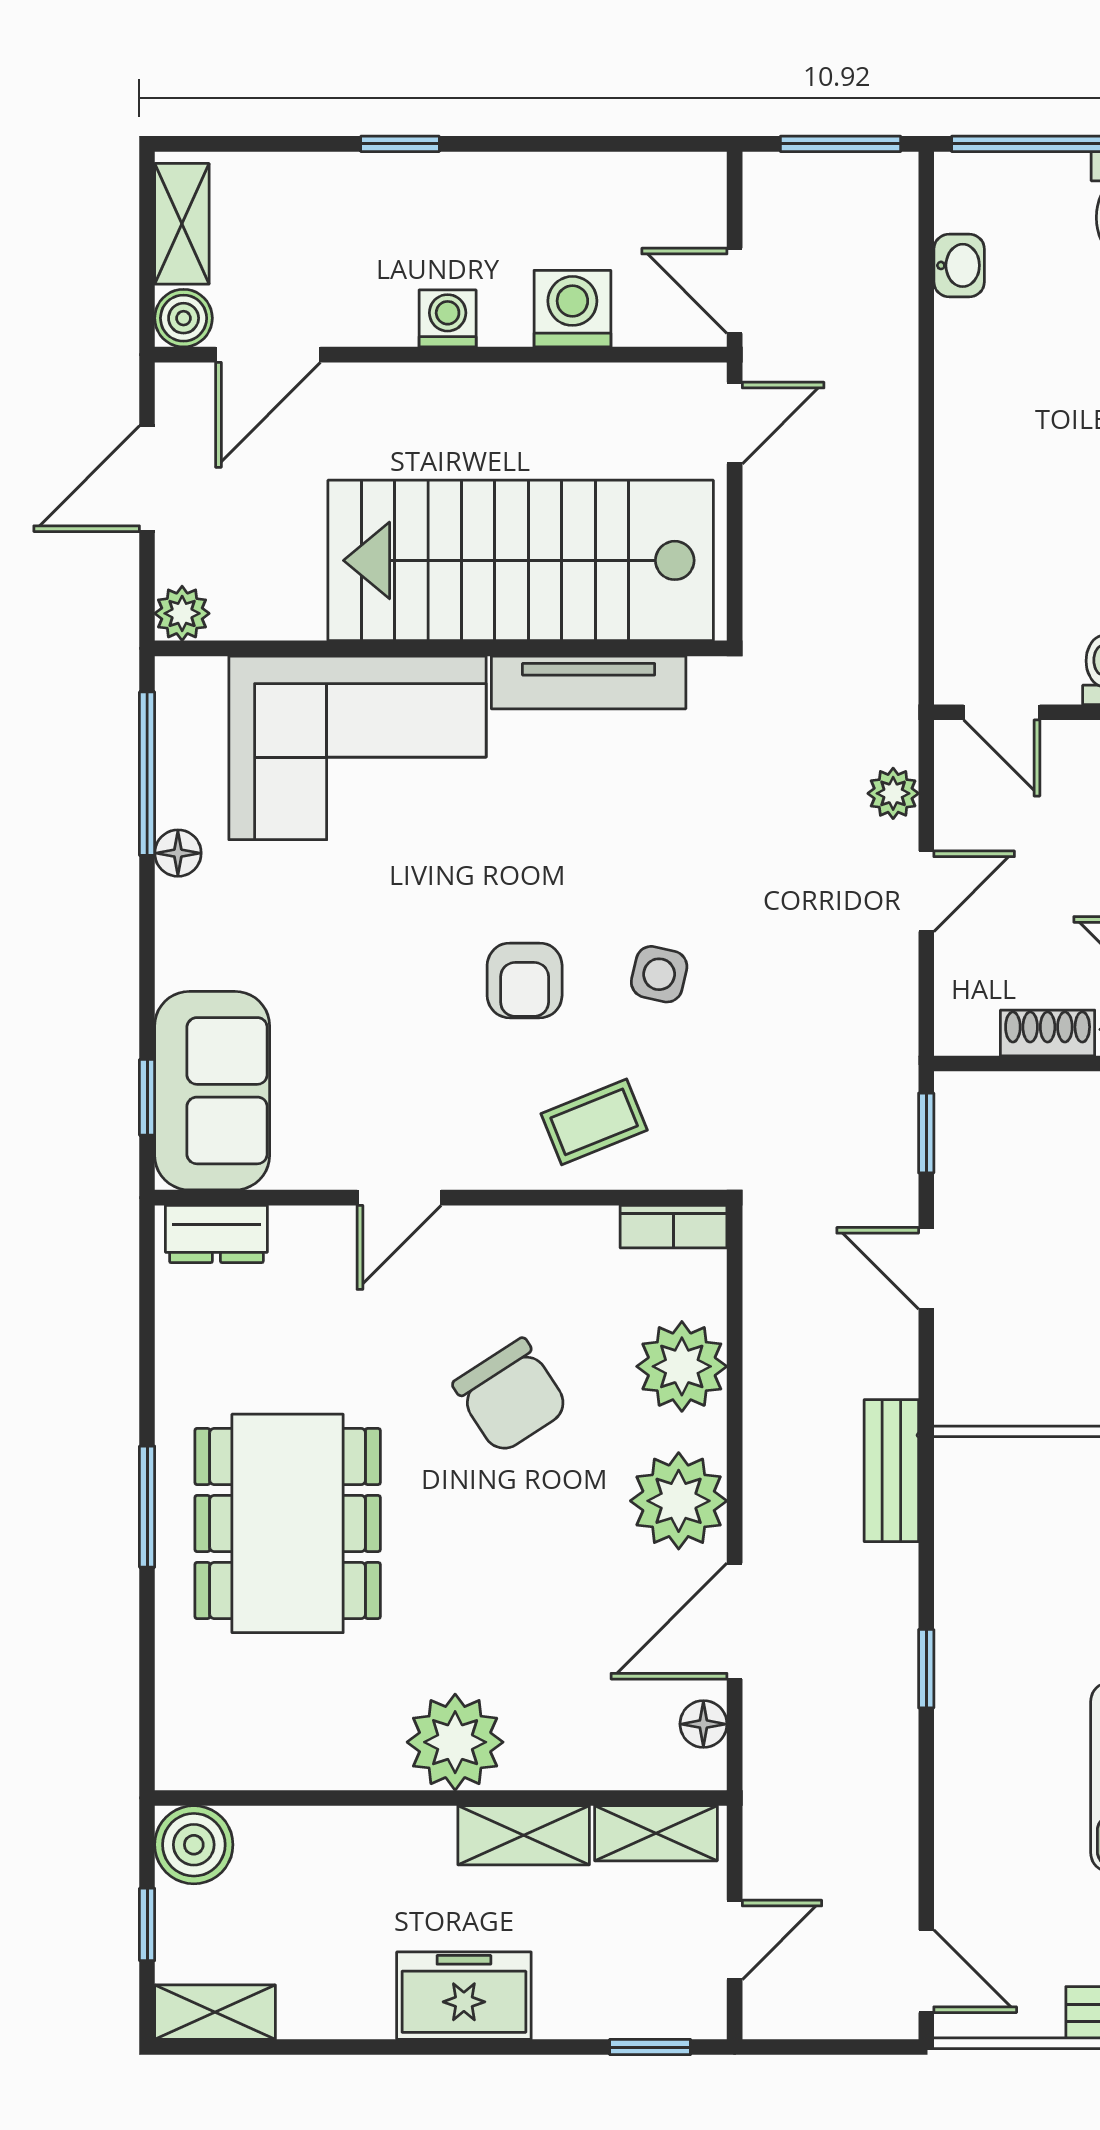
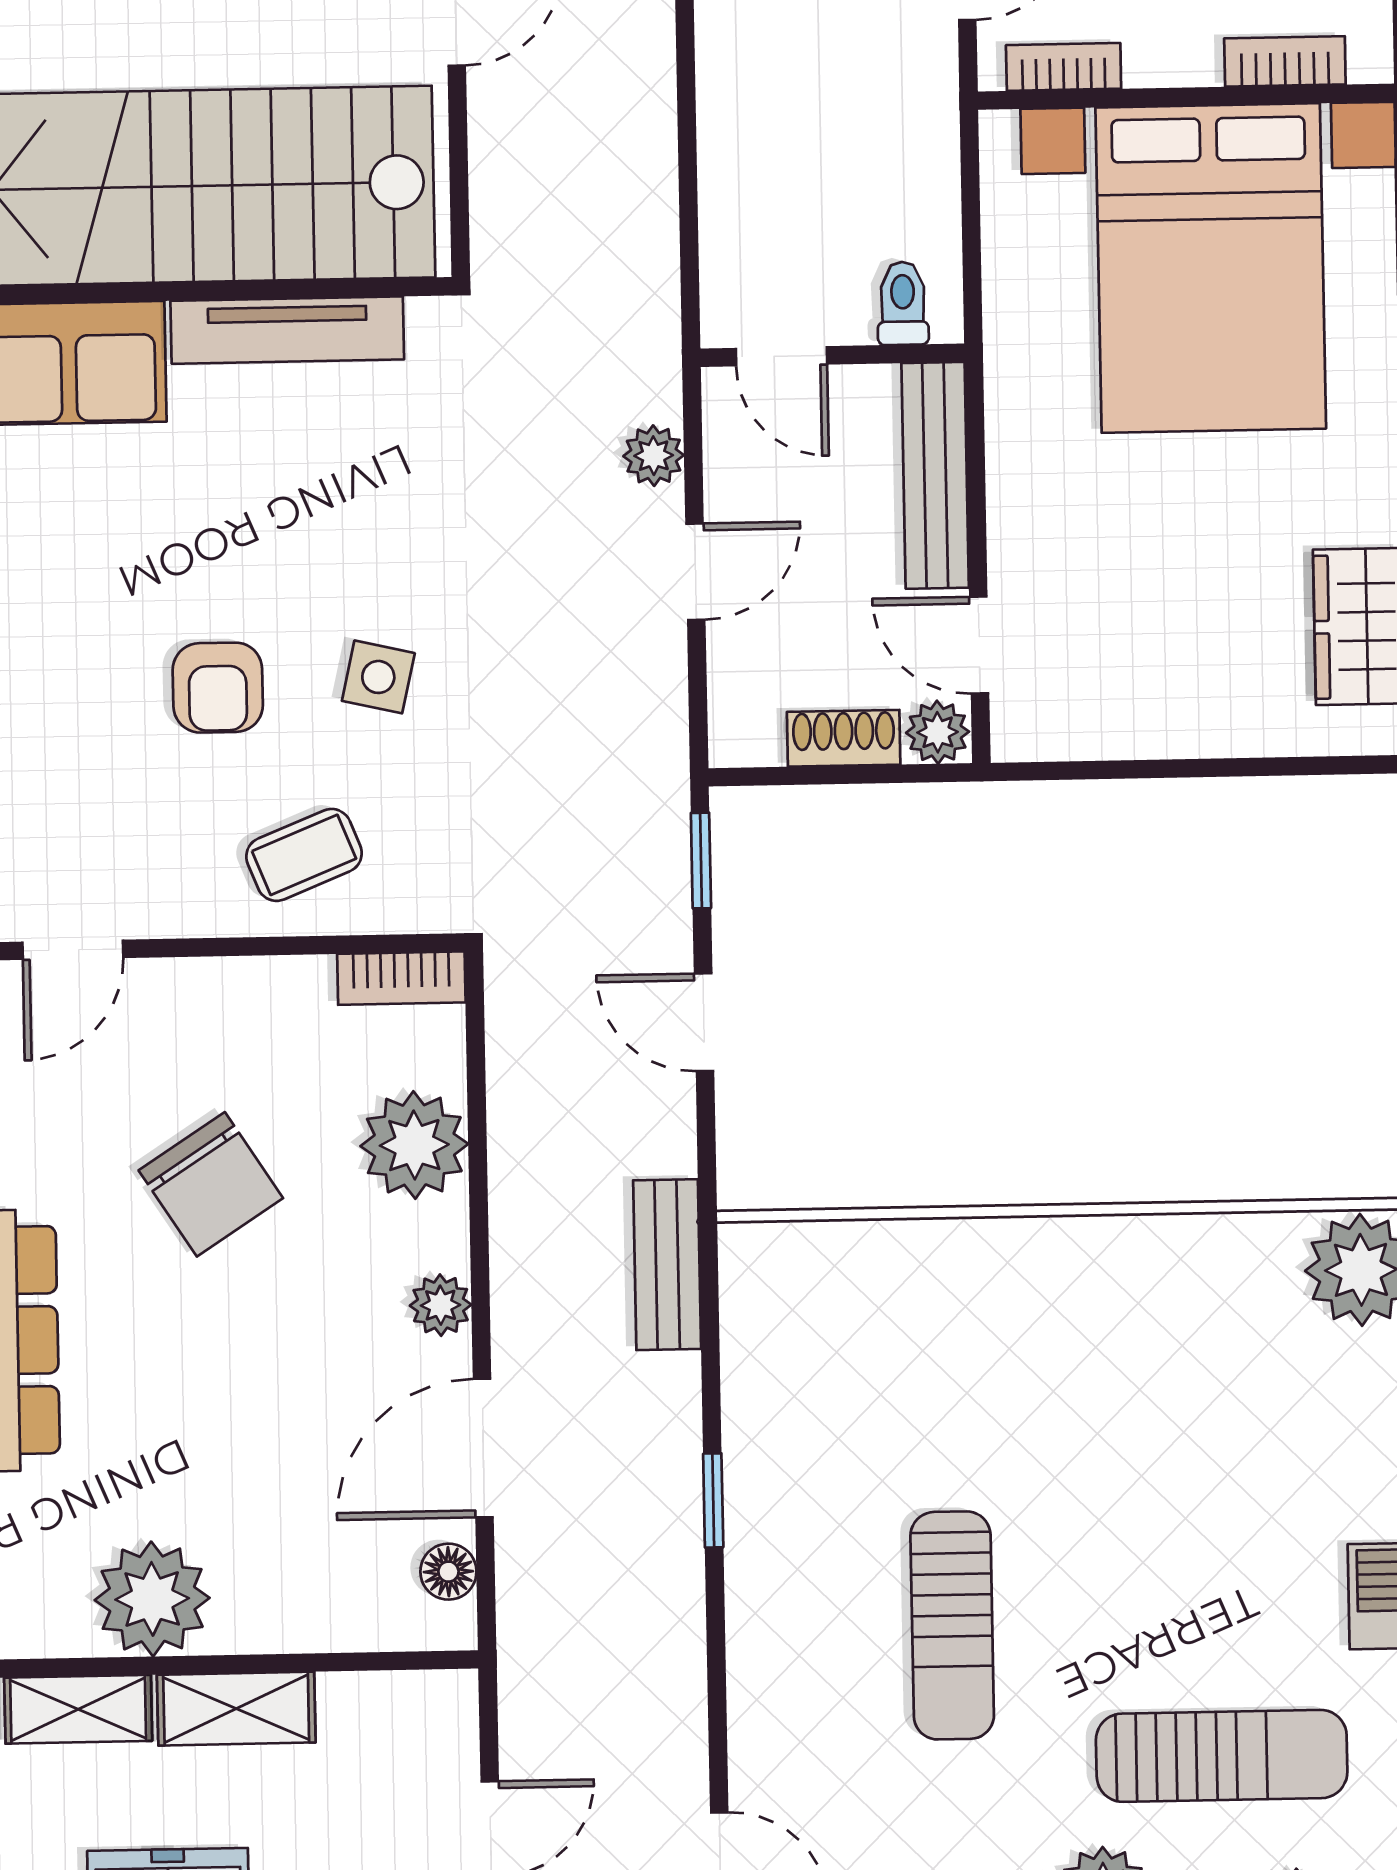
plant: (679, 1501) -> (441, 1305), width x0.53, depth x0.53
shelving: (656, 1833) -> (78, 1709), moved

